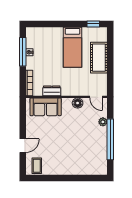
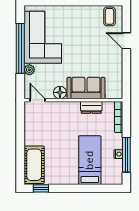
bed: (72, 47) -> (90, 160), moved
cot: (99, 58) -> (34, 165), moved
sofa: (46, 107) -> (86, 88), moved
door: (23, 146) -> (126, 41), hinge flipped
corner sofa: (92, 149) -> (43, 37), added

